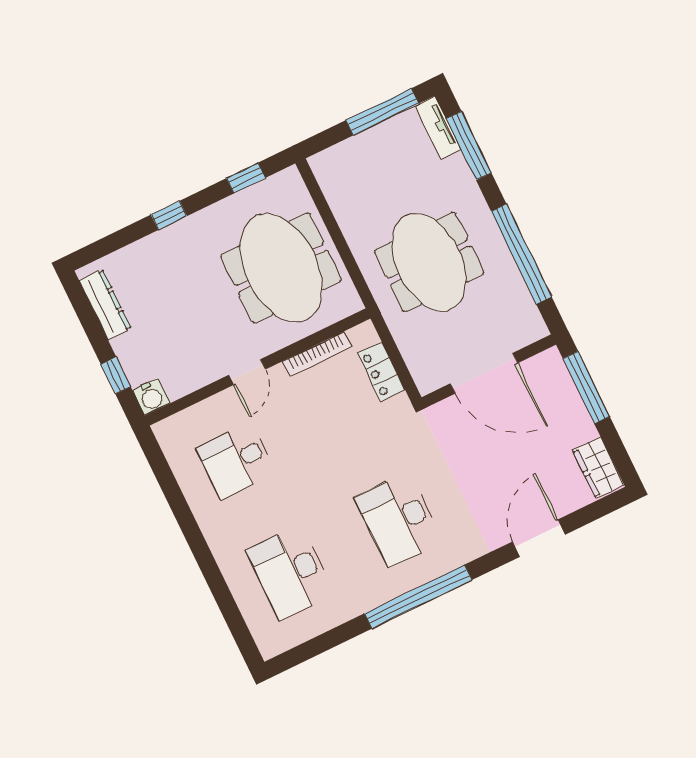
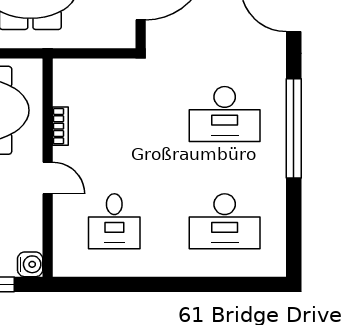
bookcase: (317, 354) -> (60, 126), width x0.64
locker: (381, 372) -> (99, 71), removed

